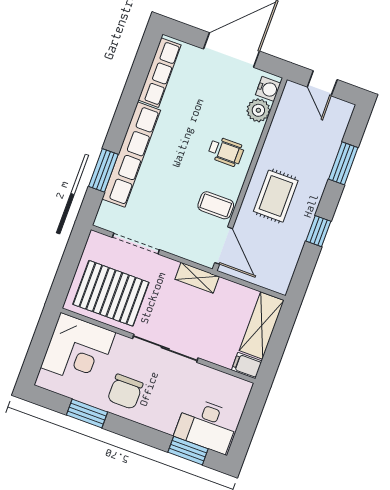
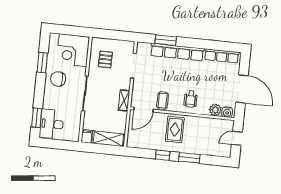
window: (343, 163) -> (189, 158), moved
rug: (276, 196) -> (175, 129), turned 90
pallet: (111, 293) -> (105, 59), width x0.49, depth x0.50

